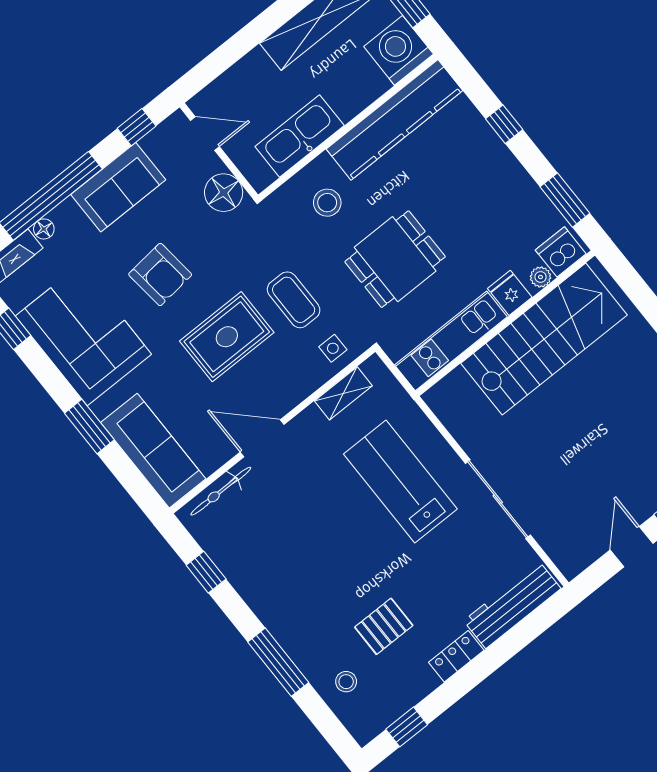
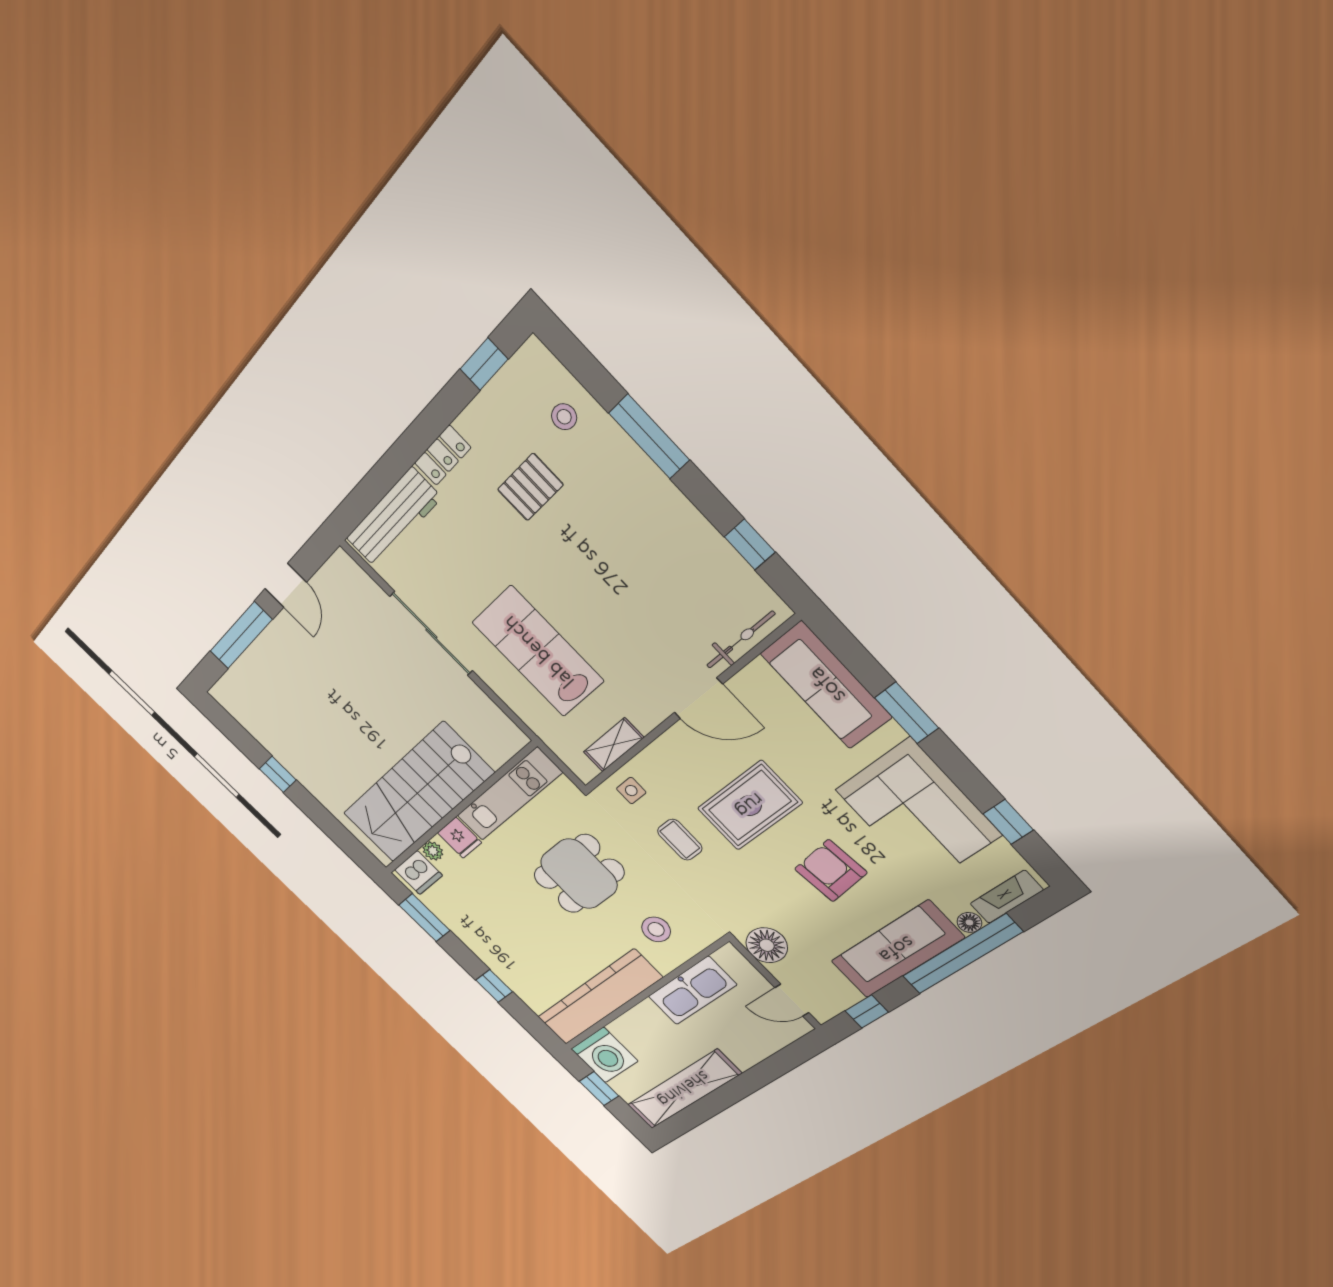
sofa: (118, 187) -> (897, 950), width x1.36
coffee table: (294, 300) -> (680, 840), width x0.73, depth x0.77
lab bench: (400, 482) -> (538, 652), turned 180

